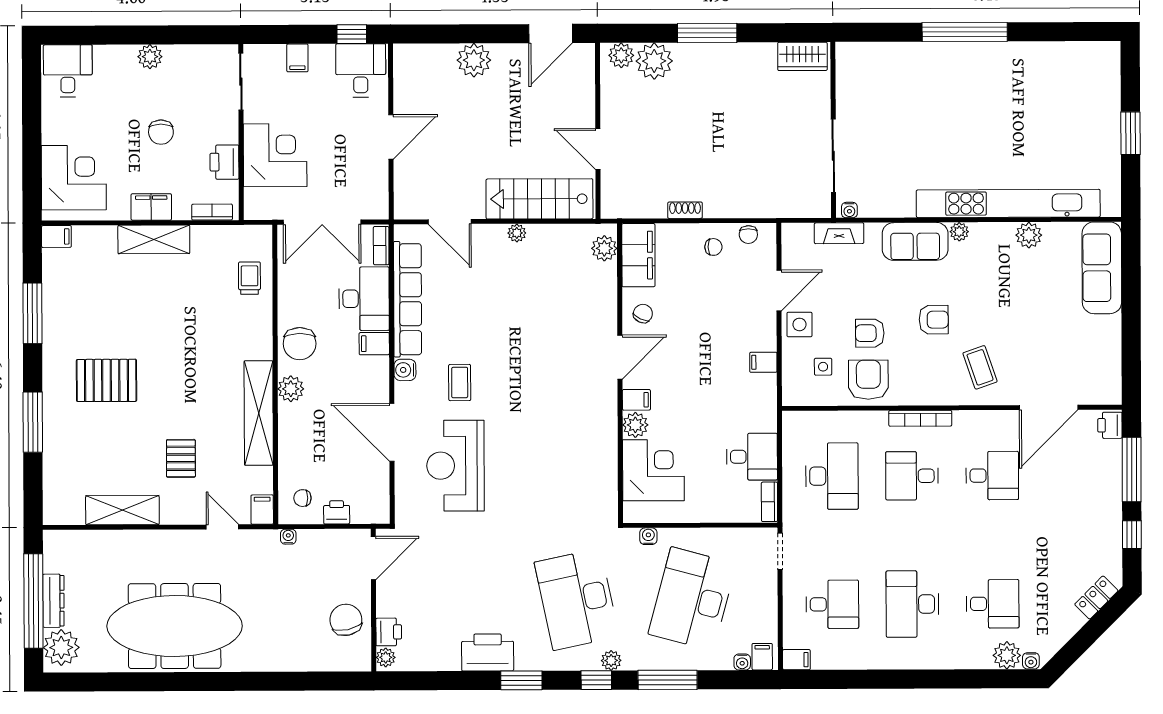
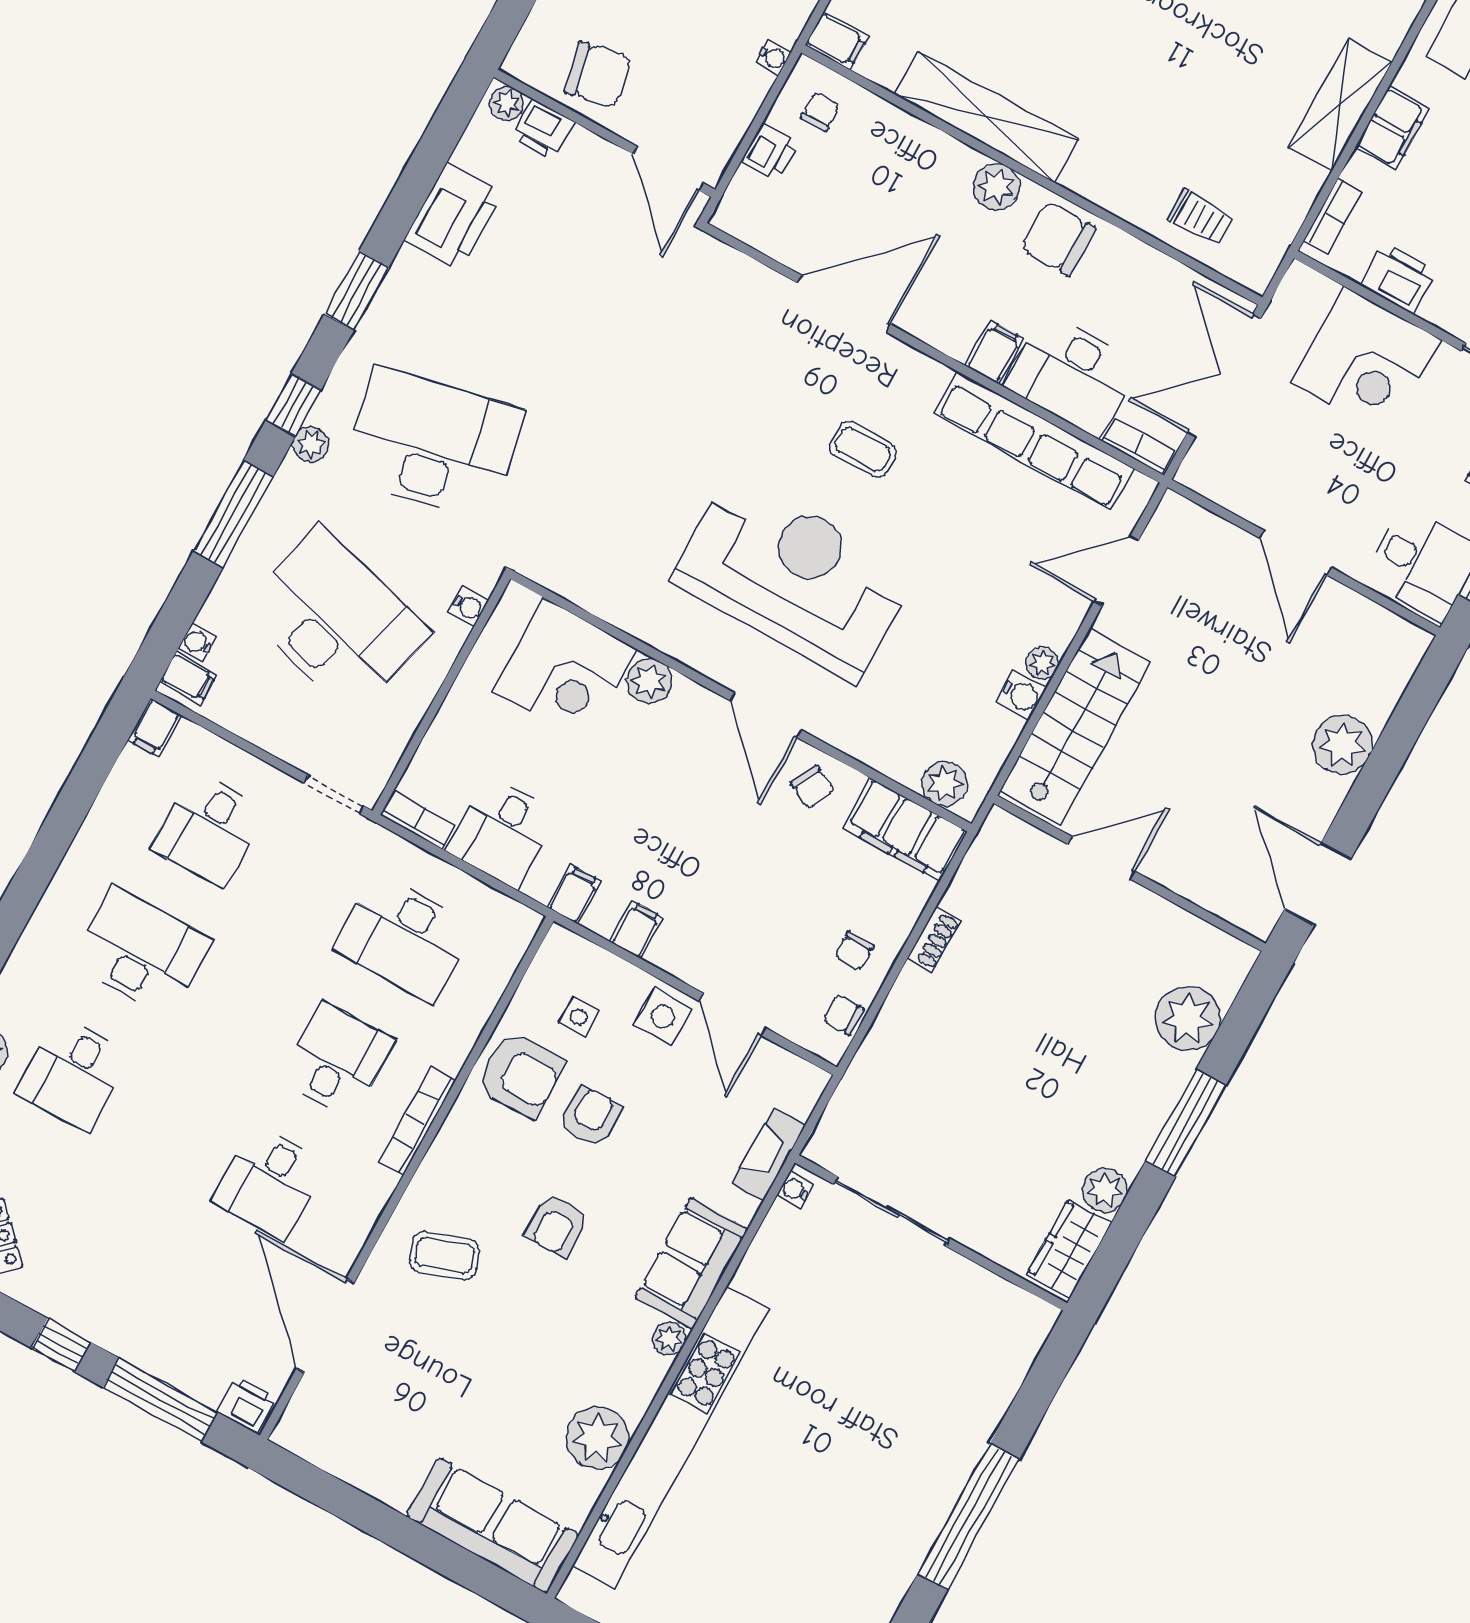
plant: (621, 55) -> (1105, 1190), moved
plant: (1029, 235) -> (597, 1438), width x1.36, depth x1.36
water cooler: (405, 370) -> (1021, 695), moved, turned 90
filing cabinet: (636, 400) -> (574, 894), moved, turned 180
reception desk: (455, 466) -> (794, 577), moved, width x1.36, depth x1.30
printer: (488, 652) -> (454, 216), moved

